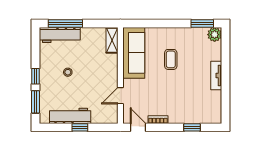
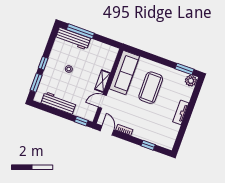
shelving: (112, 40) -> (102, 81), moved
coffee table: (171, 59) -> (151, 88), width x1.86, depth x1.72
window: (80, 127) -> (81, 121), moved

